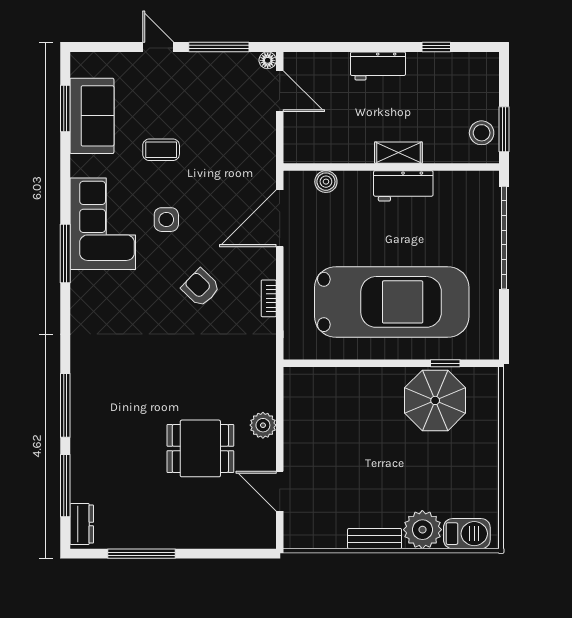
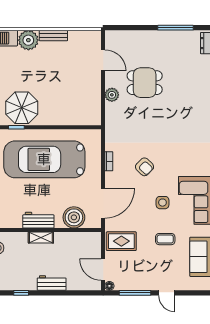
rug: (245, 146) -> (121, 241), added
boiler: (326, 182) -> (74, 217), width x1.86, depth x1.86

